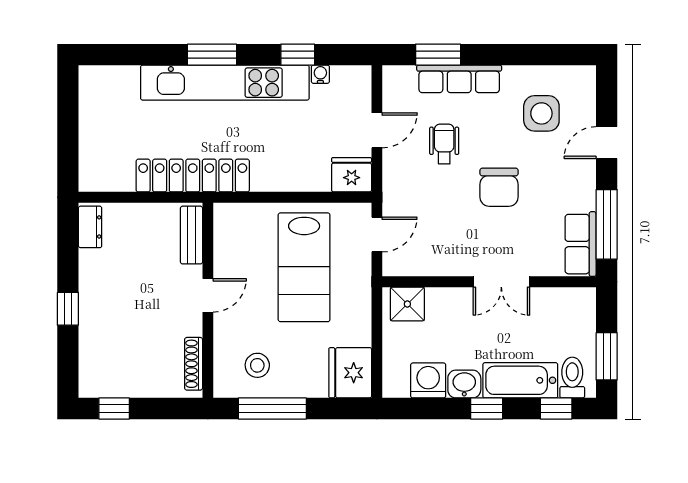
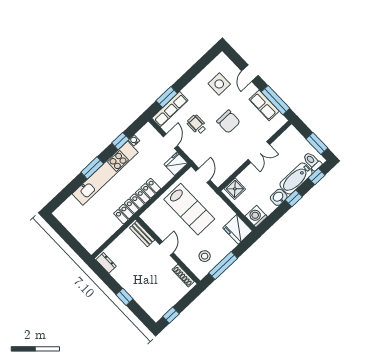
row of seats: (459, 79) -> (170, 109), moved
locker: (193, 176) -> (137, 201), moved
row of seats: (581, 244) -> (264, 105), moved
washing machine: (428, 380) -> (256, 216), moved

